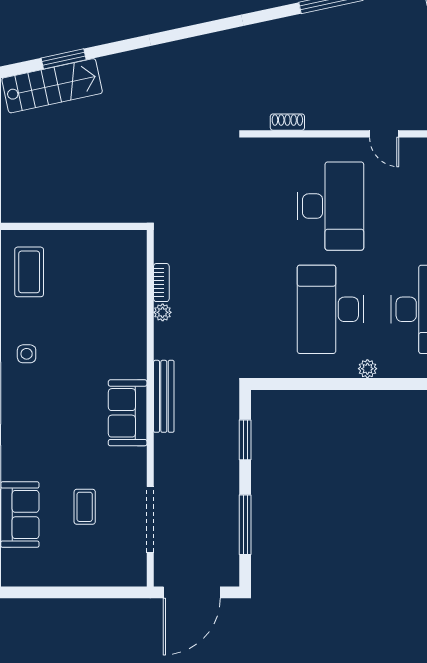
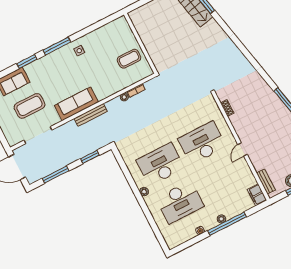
desk: (330, 206) -> (202, 143), turned 180
coffee table: (29, 272) -> (129, 59), moved
sofa: (128, 413) -> (76, 104), width x1.36
coffee table: (85, 507) -> (29, 106), width x1.86, depth x1.72

